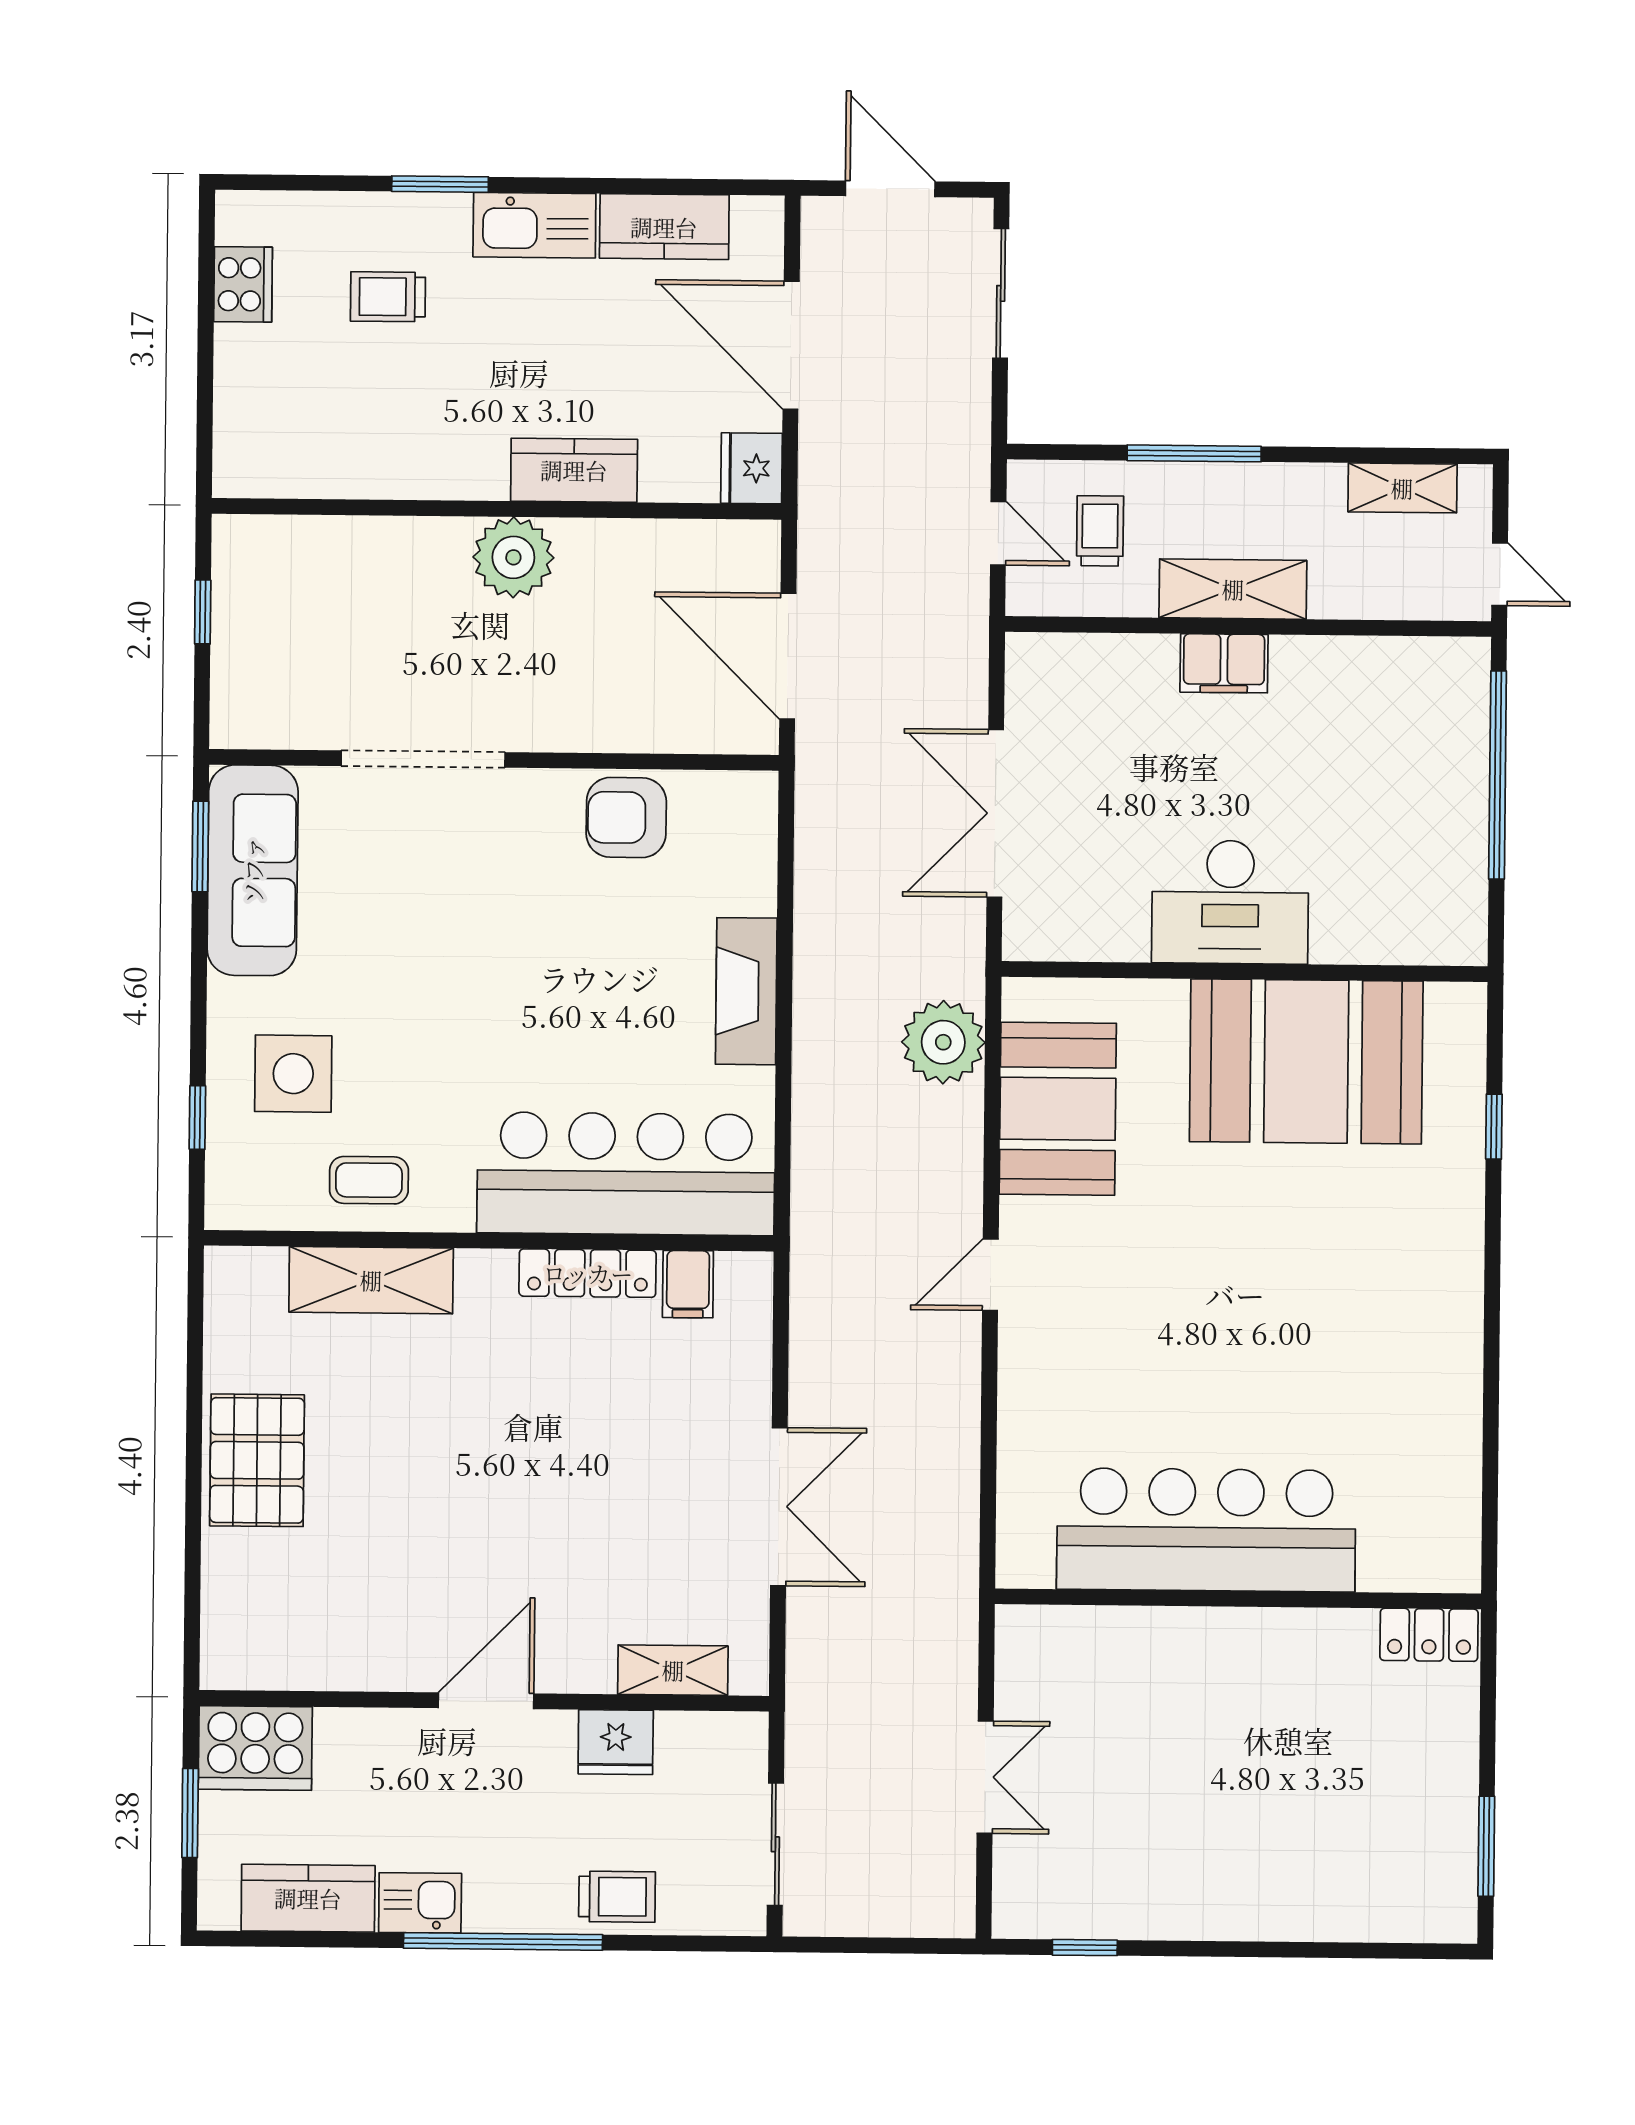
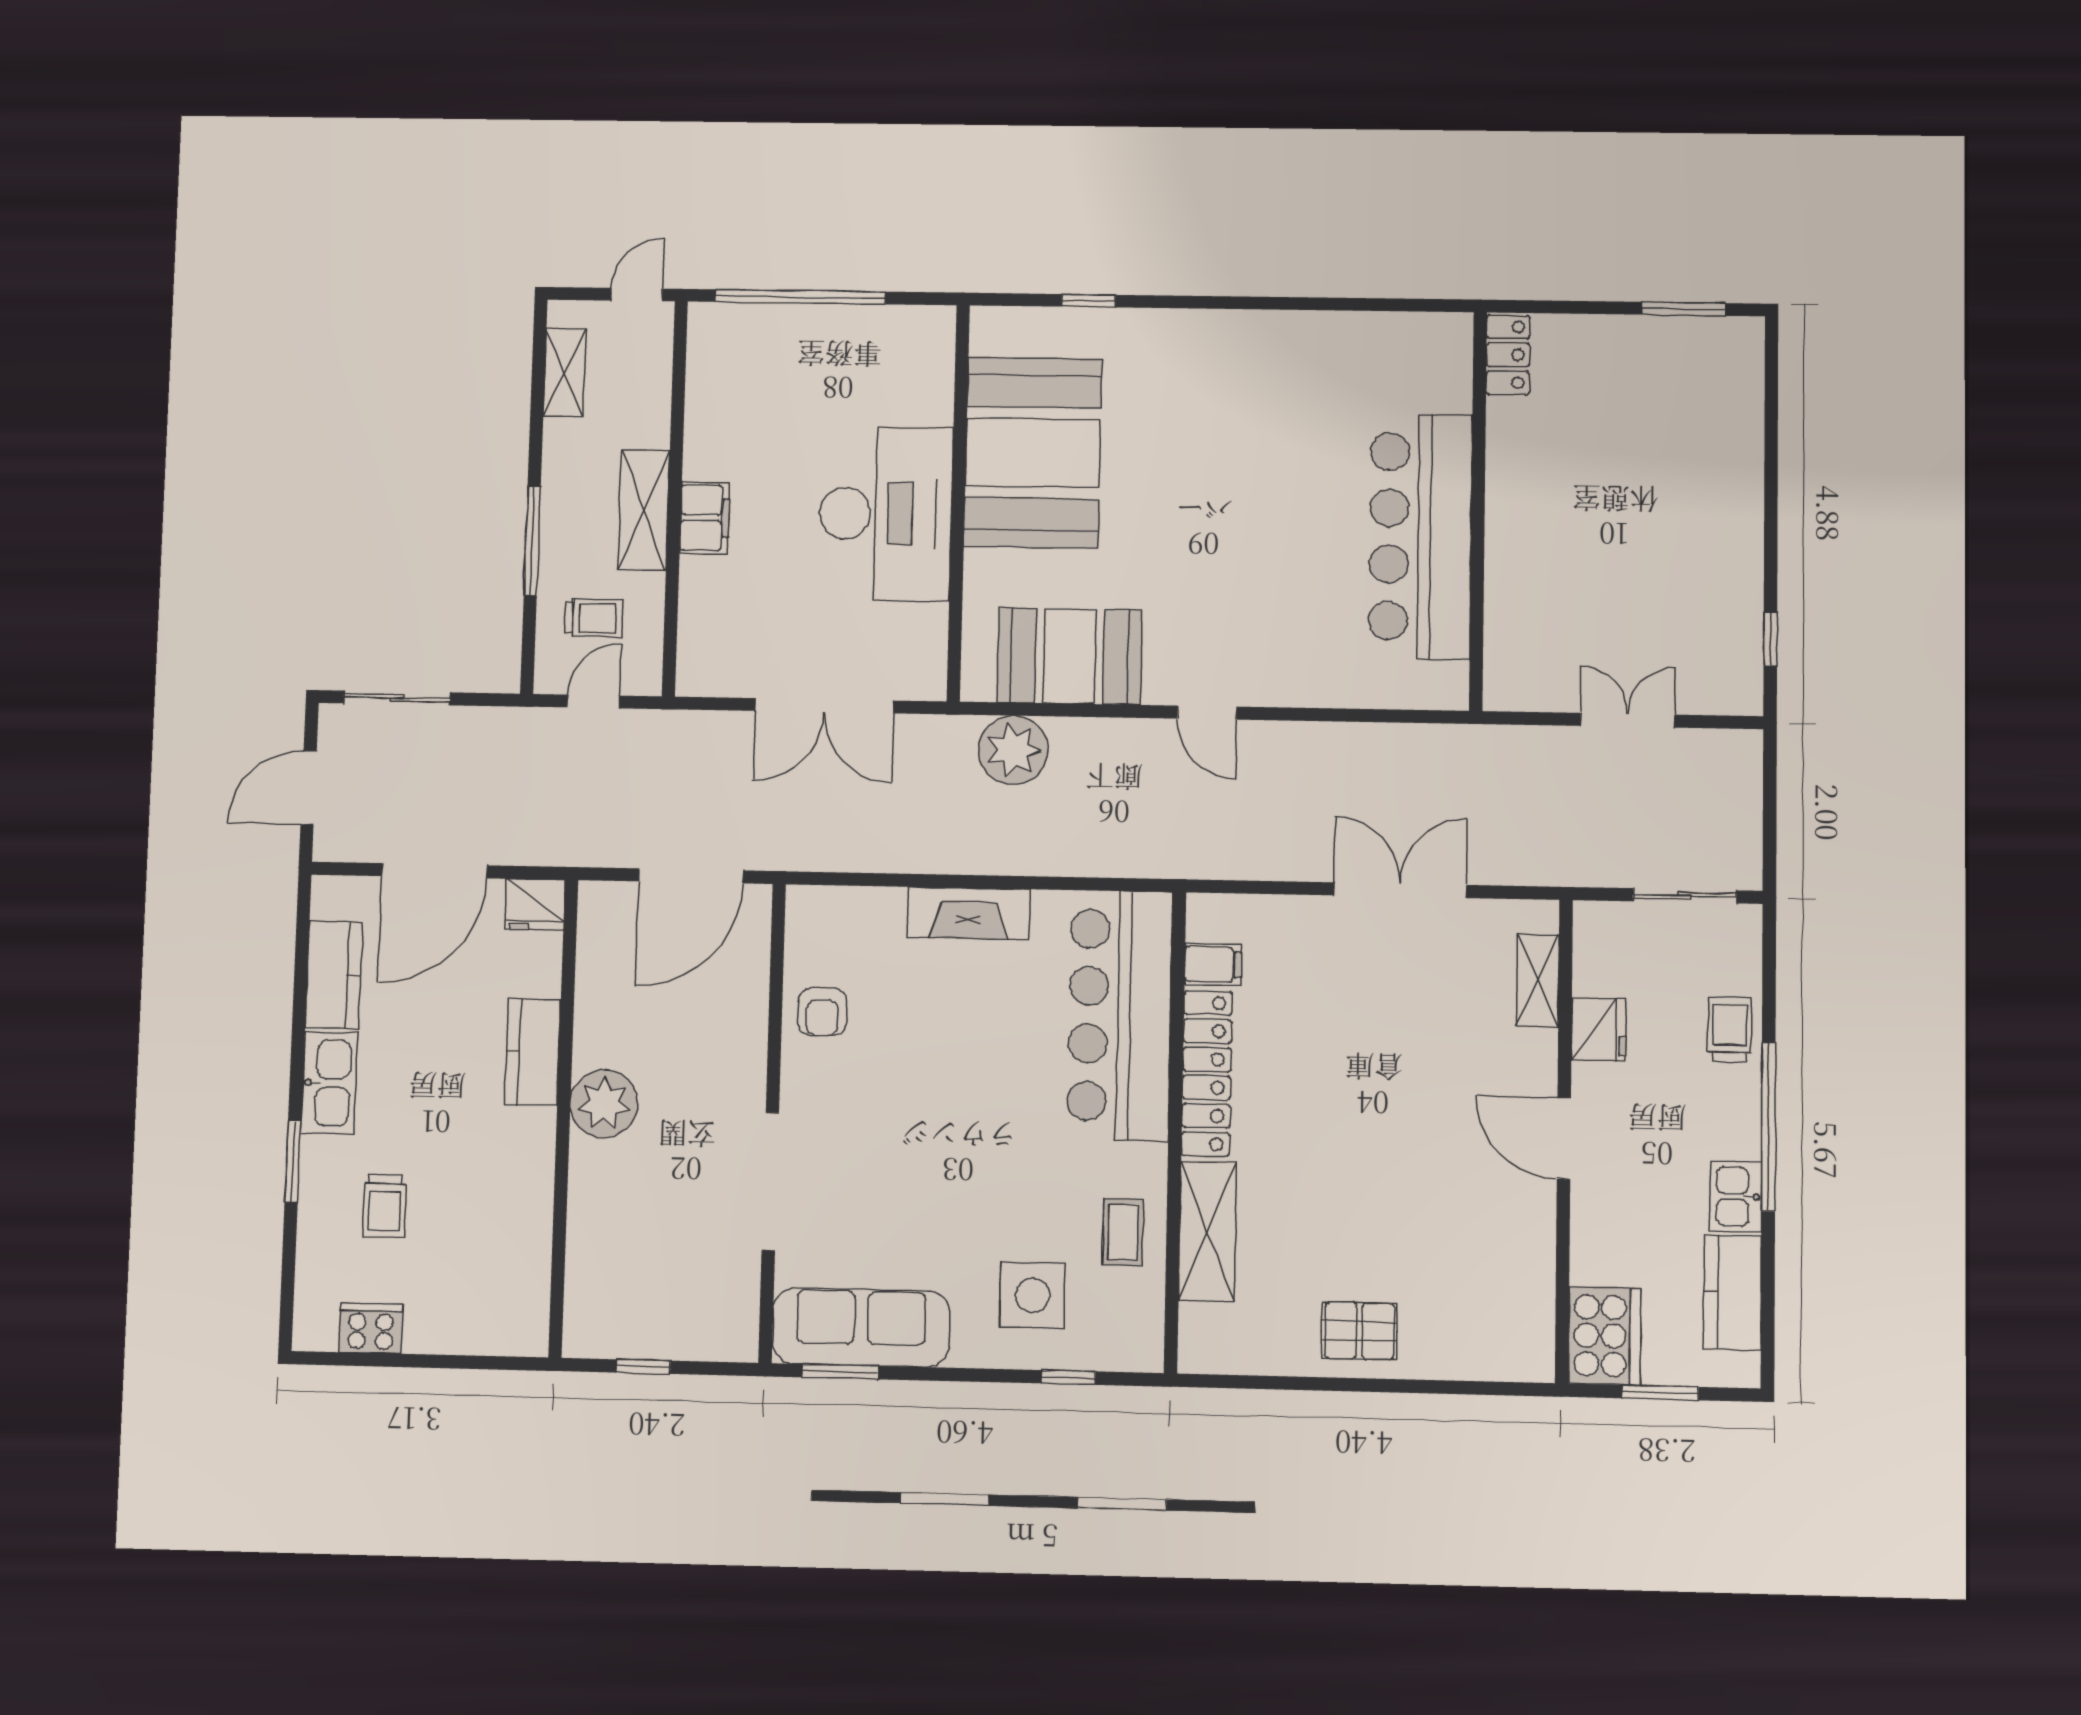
trolley: (1100, 531) -> (594, 618), turned 180
armchair: (626, 817) -> (822, 1012), width x0.72, depth x0.72
desk: (1230, 902) -> (886, 514), width x1.36, depth x1.30
locker: (588, 1273) -> (1207, 1073), width x1.41, depth x1.21
pallet: (257, 1460) -> (1359, 1331), width x0.67, depth x0.71

